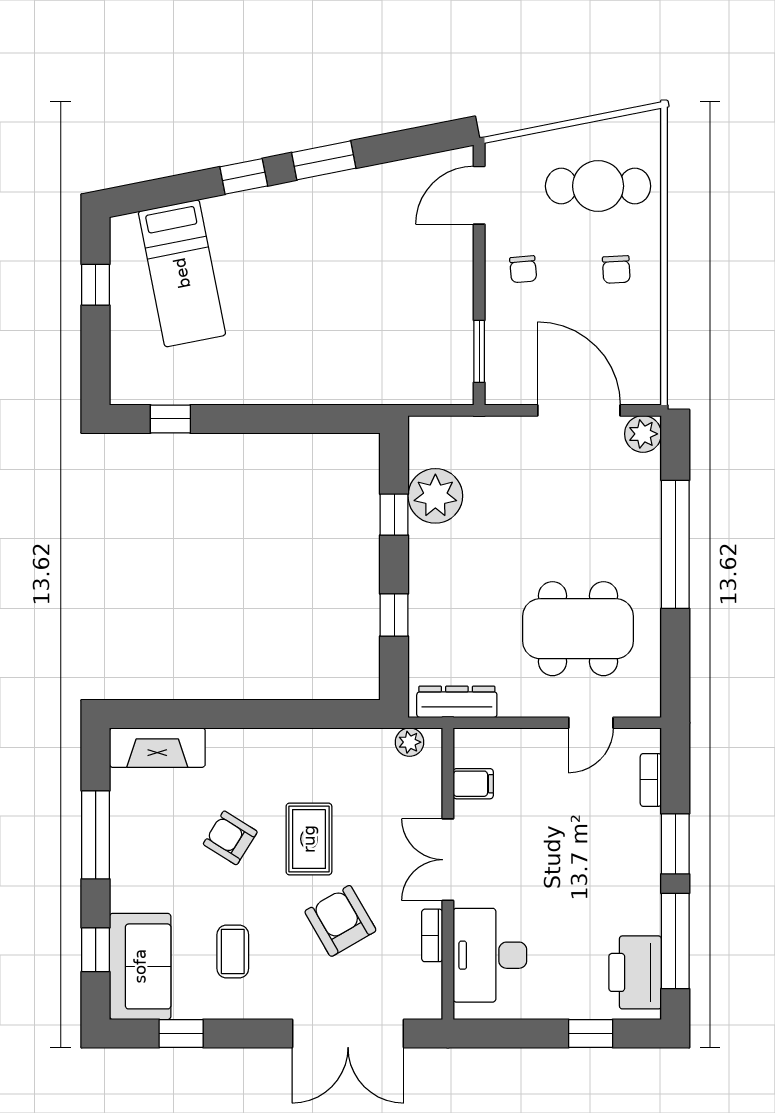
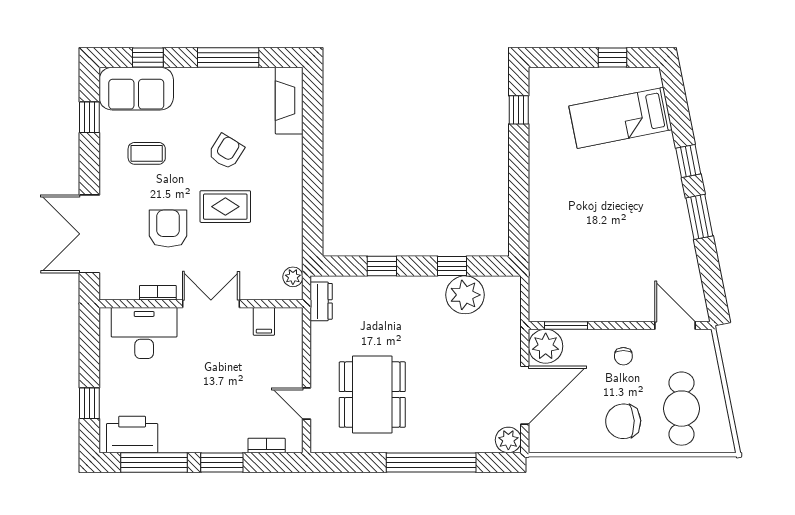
chair: (523, 269) -> (623, 356), turned -85
chair: (616, 269) -> (623, 421), width x1.87, depth x1.87
plant: (509, 381) -> (546, 346), added
dresser: (457, 702) -> (321, 301), width x0.70
armchair: (340, 921) -> (168, 229), turned -60

